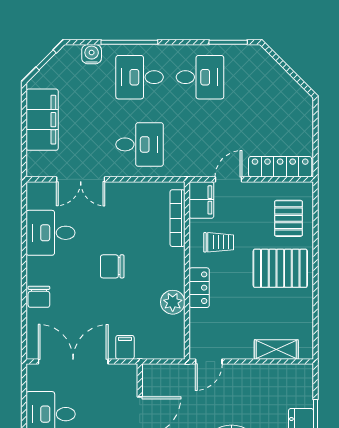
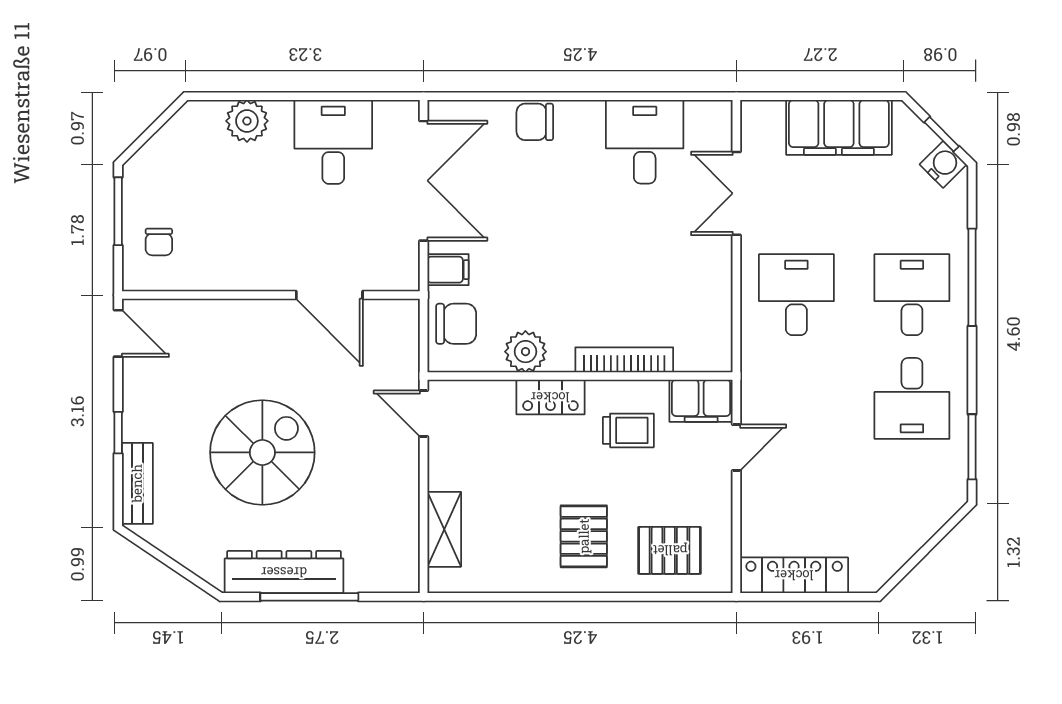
water cooler: (92, 54) -> (943, 164), moved, turned -45
desk: (140, 144) -> (796, 295), turned 180
locker: (280, 167) -> (794, 575), moved, turned -90
door: (229, 179) -> (736, 448), hinge flipped
bookcase: (177, 218) -> (624, 360), moved
trolley: (219, 242) -> (628, 430), turned -90
chair: (112, 266) -> (456, 324), moved, turned 90
pallet: (280, 268) -> (584, 536), width x0.67, depth x0.71

